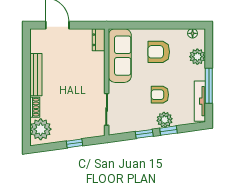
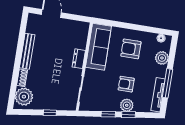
dresser: (99, 40) -> (79, 59), moved

